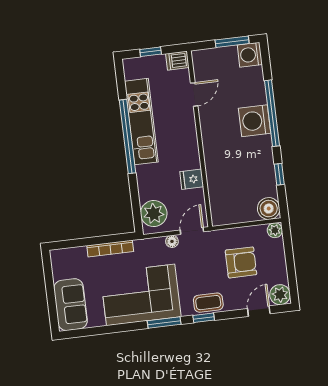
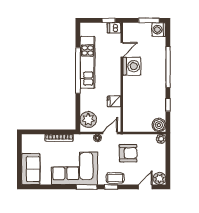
window: (151, 52) -> (109, 20), moved
washing machine: (255, 121) -> (132, 66), moved, turned 180
armchair: (241, 262) -> (128, 153), moved

